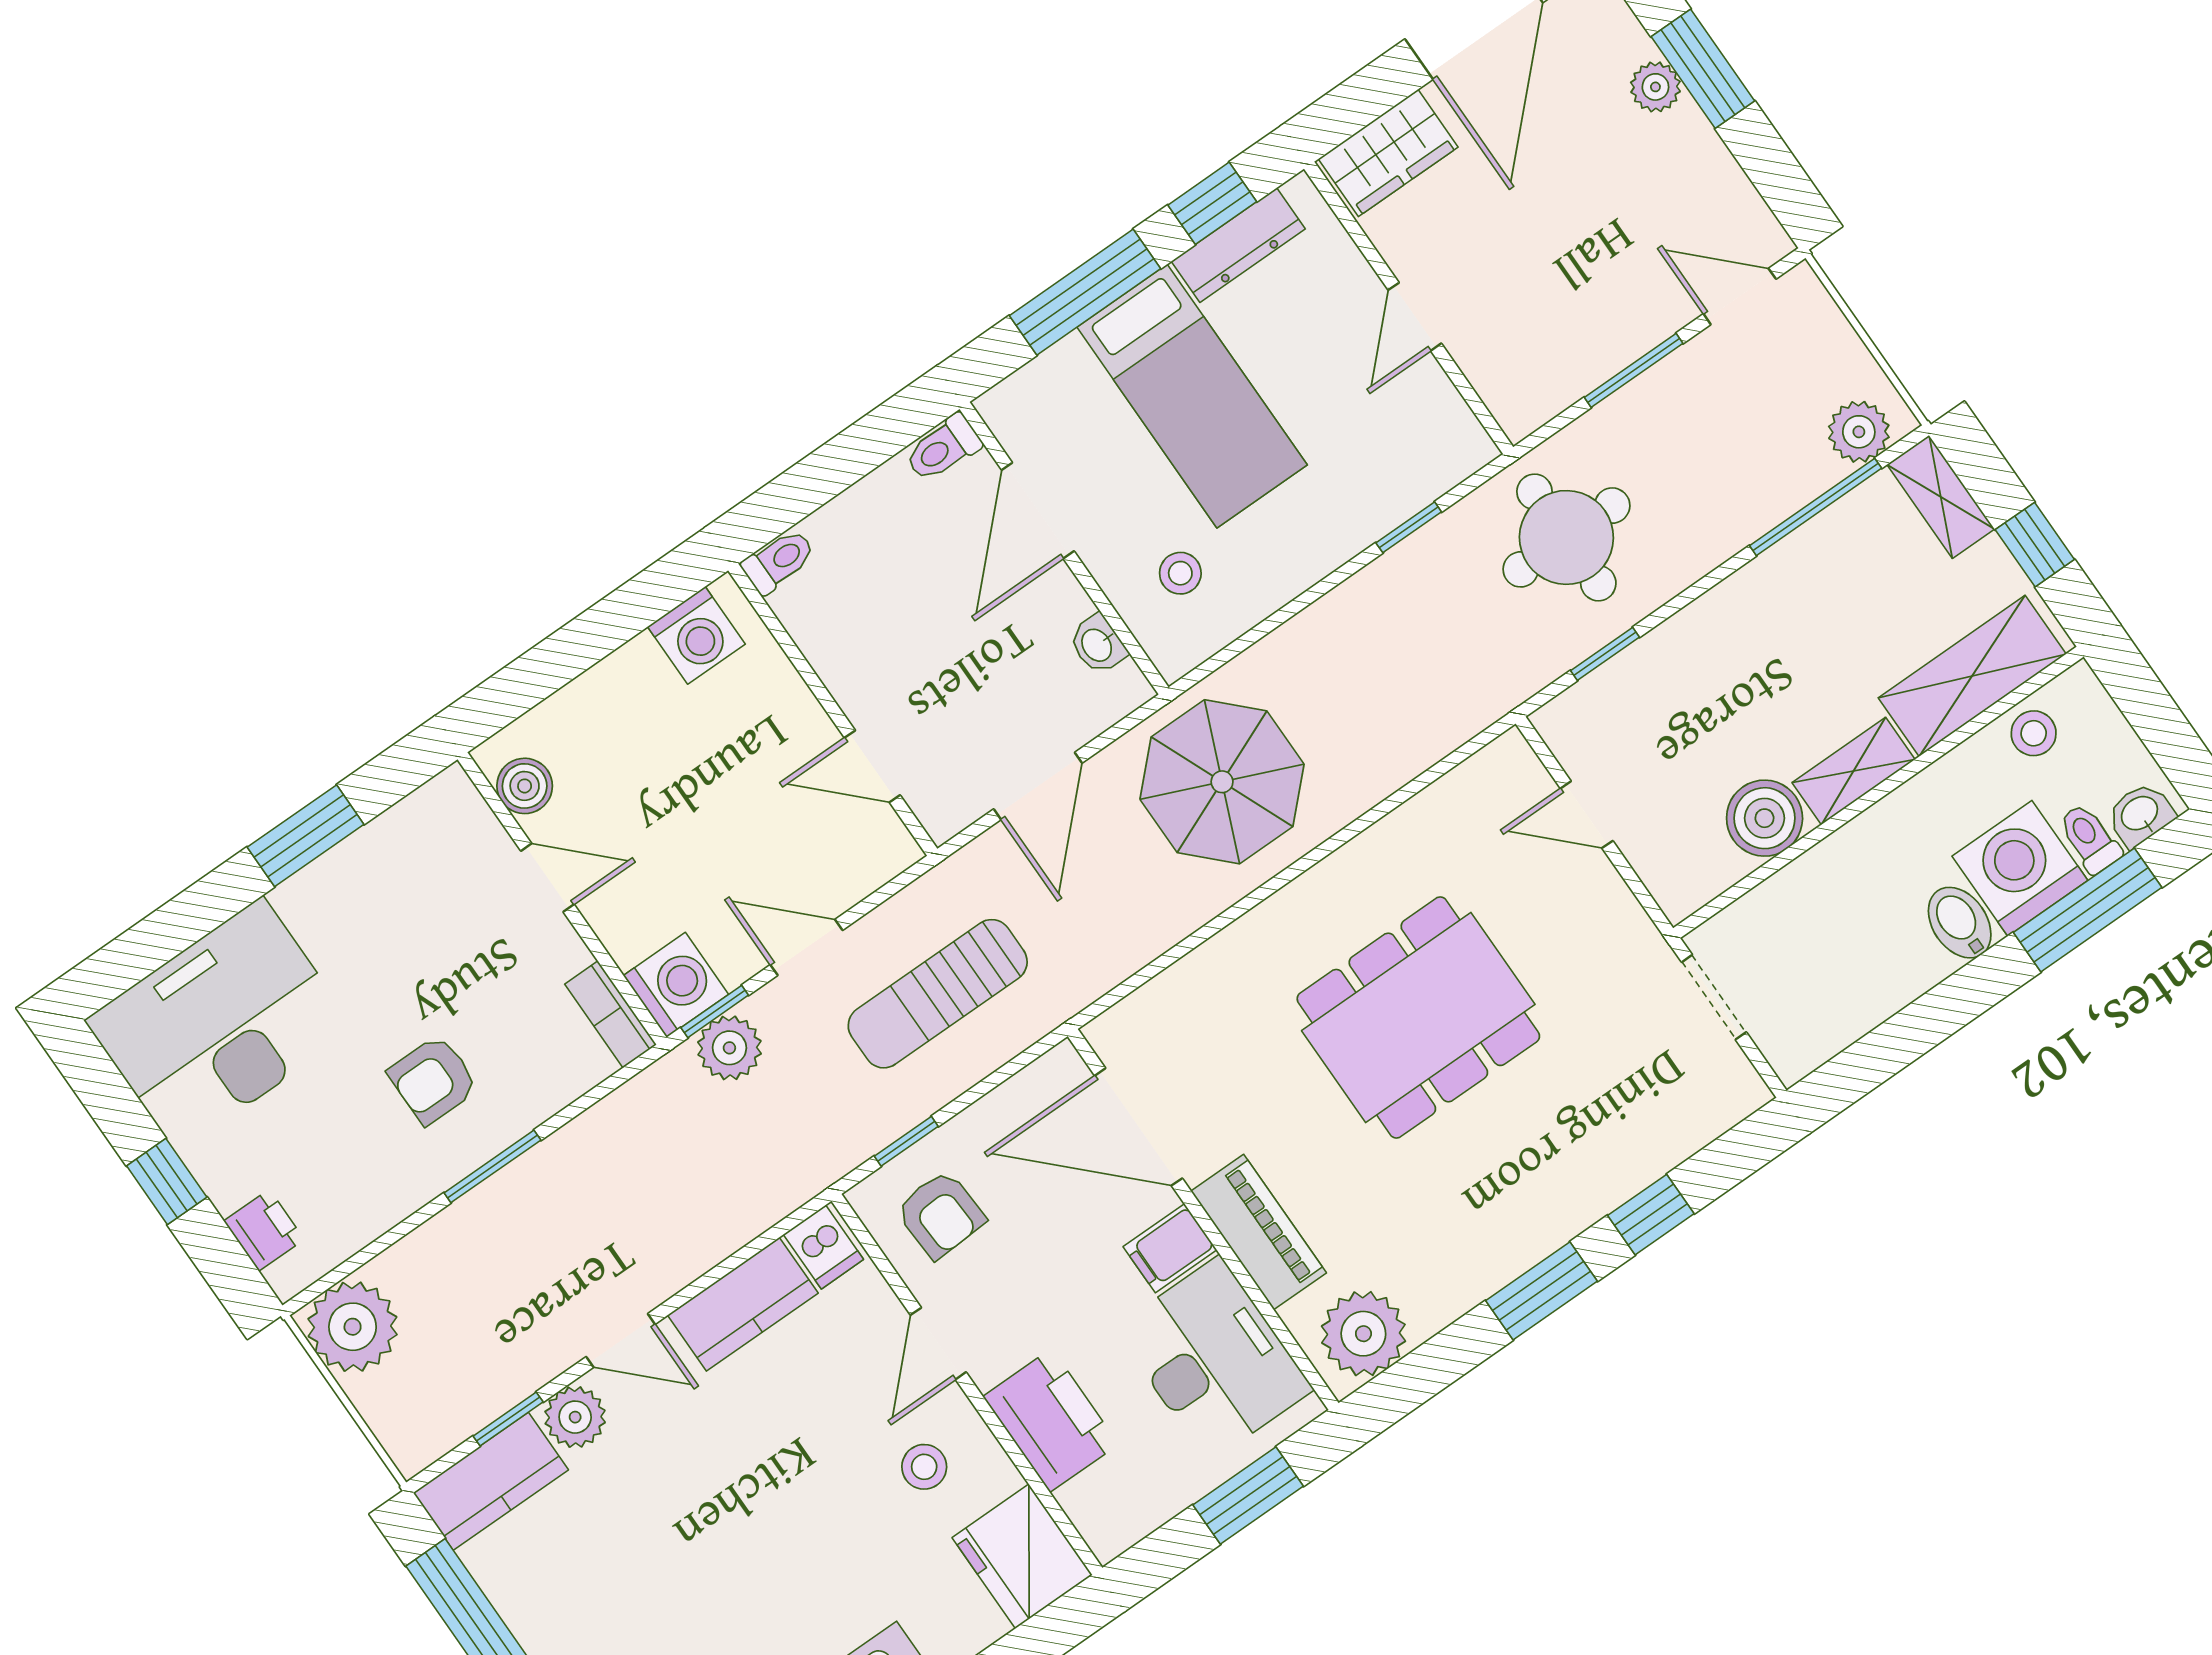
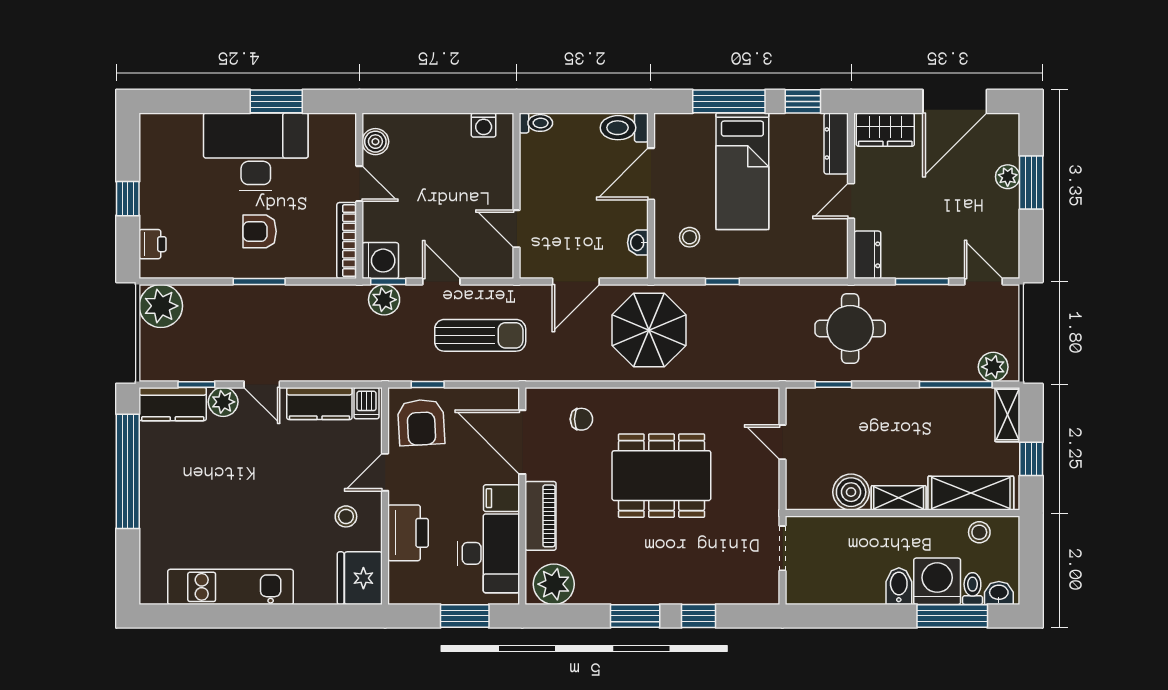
dresser: (1238, 245) -> (836, 143), moved, turned 90
dresser: (1508, 390) -> (867, 255), added
toilet: (943, 448) -> (624, 128), width x1.37, depth x1.39
window: (1409, 527) -> (722, 281), moved
washing machine: (696, 635) -> (484, 125), width x0.73, depth x0.73
sun lounger: (938, 994) -> (480, 335), turned 180
bookcase: (611, 1014) -> (347, 241), width x1.56
chair: (1213, 1016) -> (581, 419), added
desk: (220, 1025) -> (256, 152), moved
armchair: (940, 1214) -> (421, 422), width x1.38, depth x1.38

